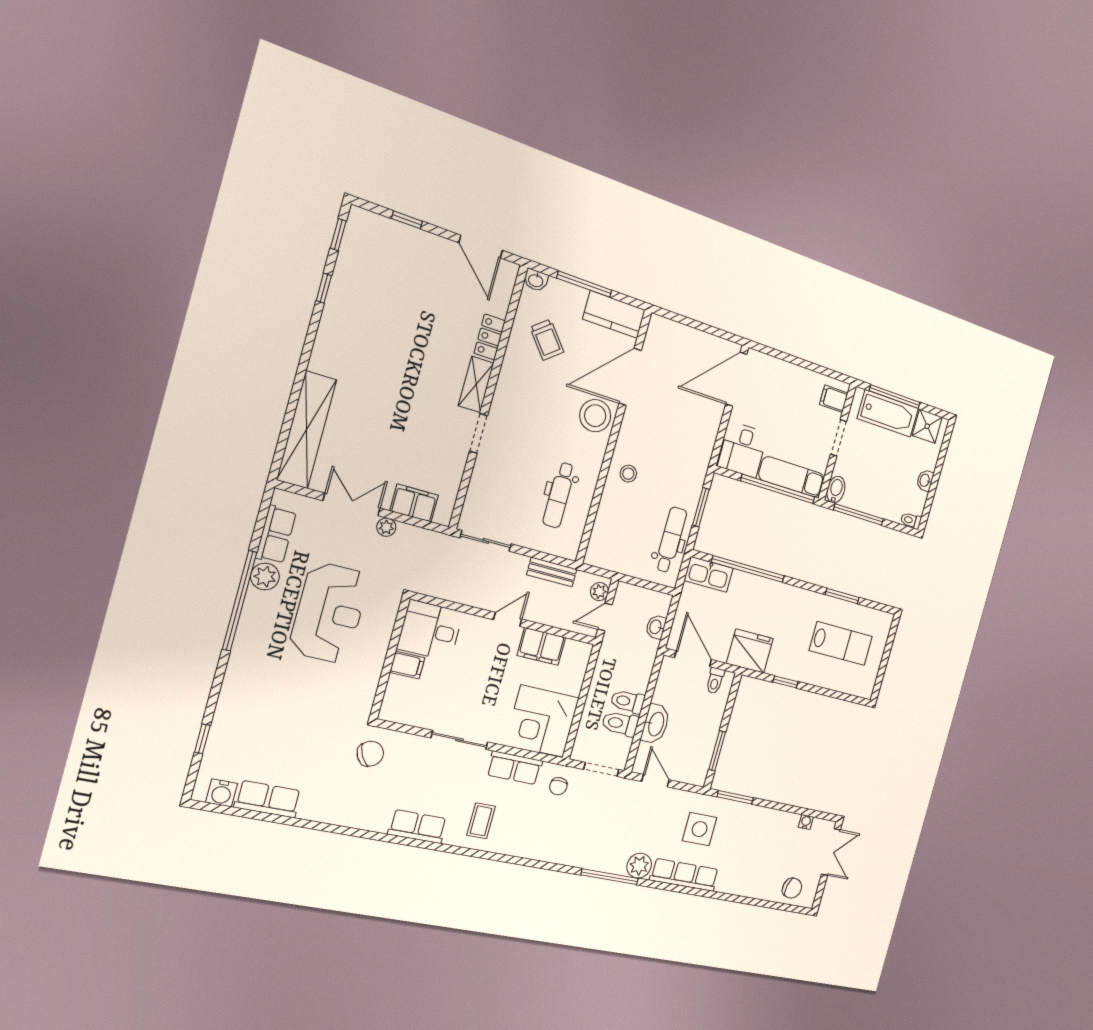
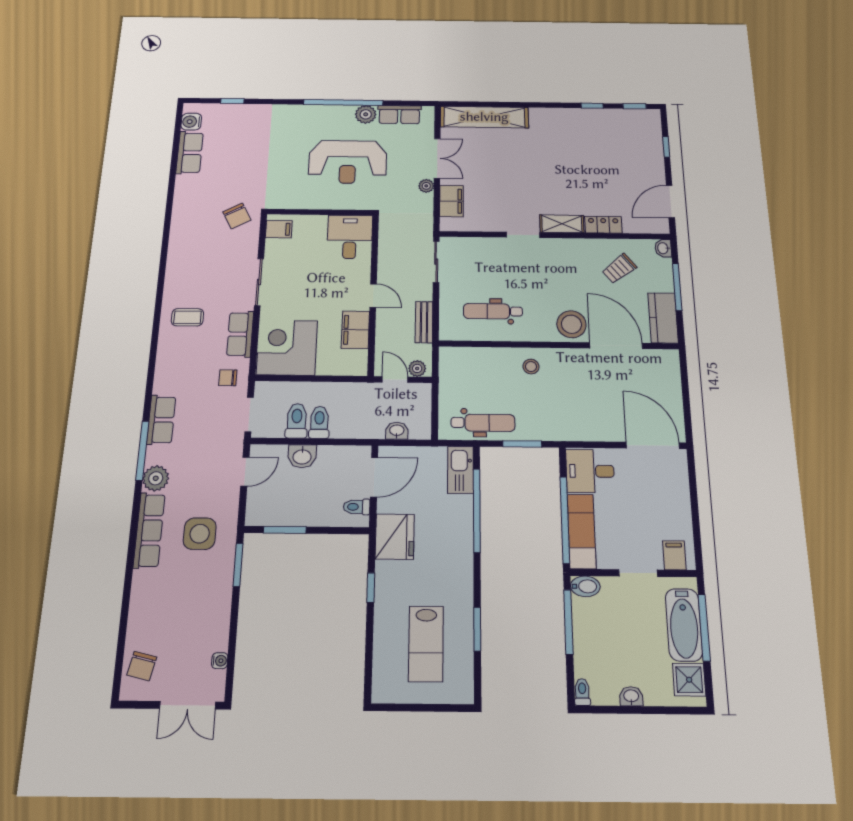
filing cabinet: (407, 665) -> (279, 229), moved, turned -90
washbasin: (656, 724) -> (302, 456), width x0.72
row of seats: (417, 827) -> (161, 420), moved

